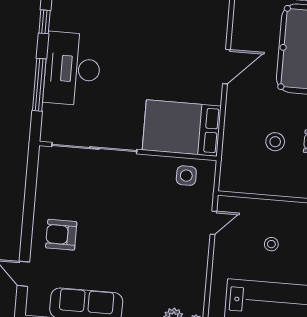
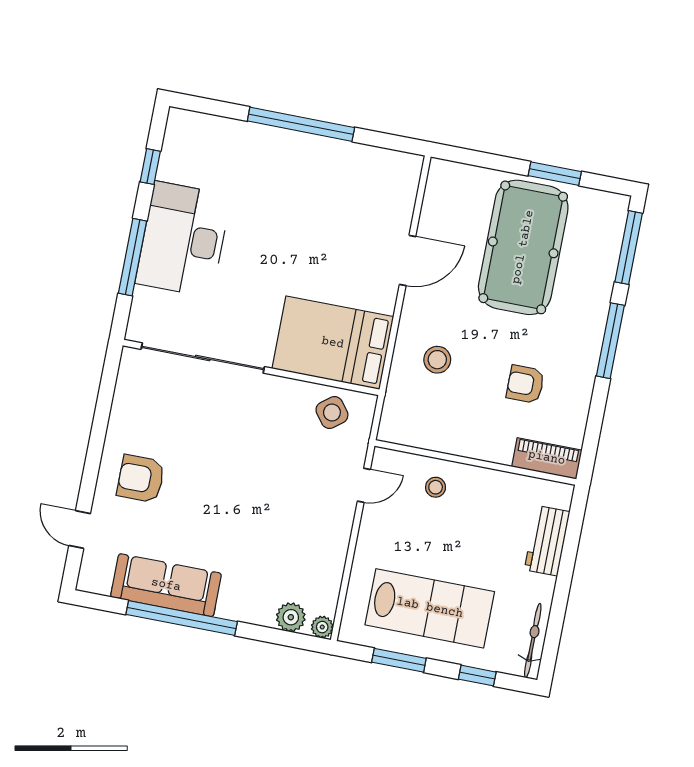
stool: (275, 142) -> (437, 360), moved
side table: (186, 176) -> (332, 412), turned -37
stool: (271, 244) -> (436, 487), moved

